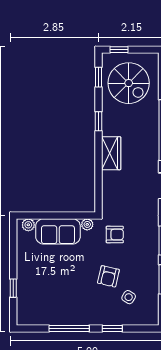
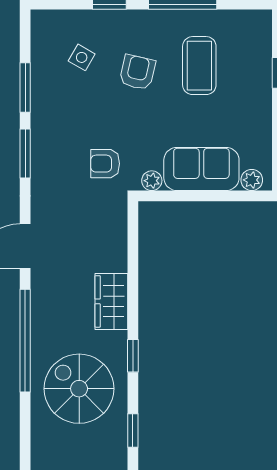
spiral stairs: (129, 83) -> (79, 389), moved
armchair: (108, 276) -> (137, 72), moved
coffee table: (59, 292) -> (199, 66), added

